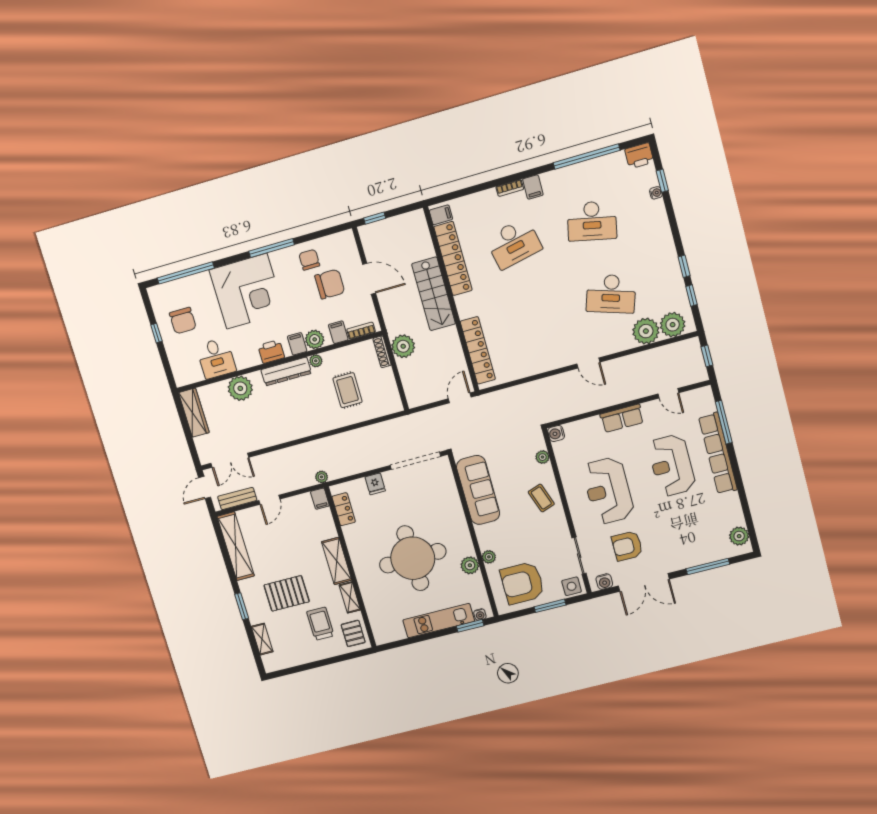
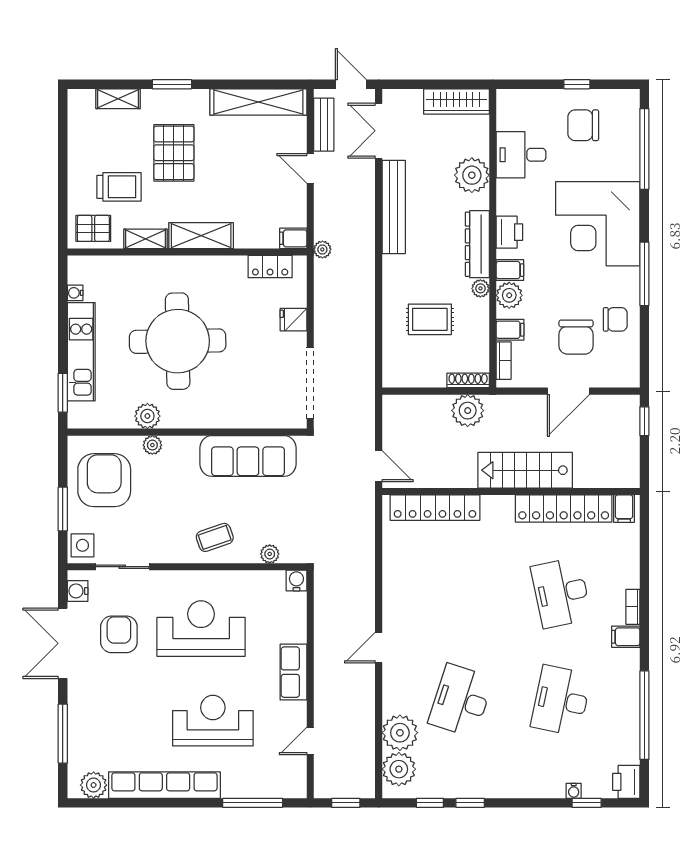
bench: (278, 436) -> (394, 207), added
row of seats: (718, 453) -> (164, 785), moved
water cooler: (480, 615) -> (75, 293), moved

